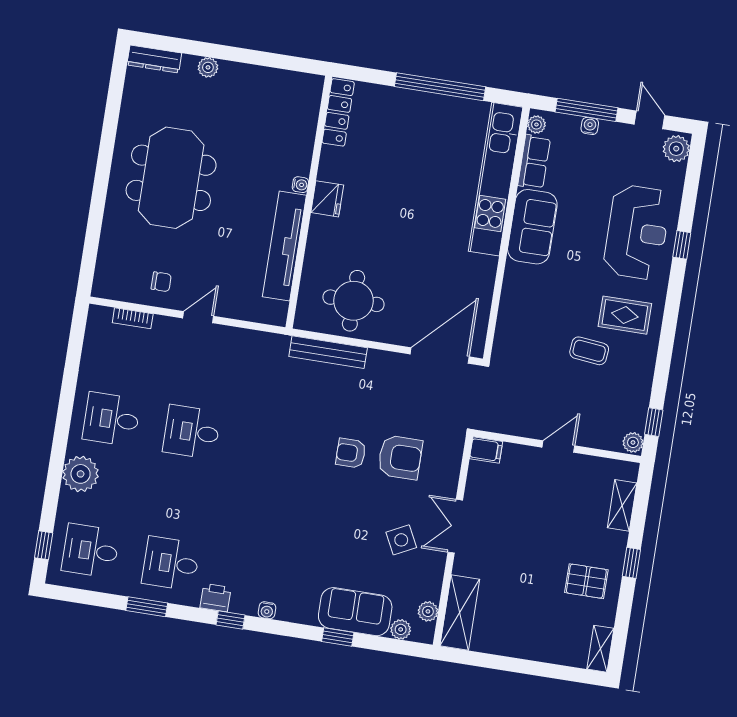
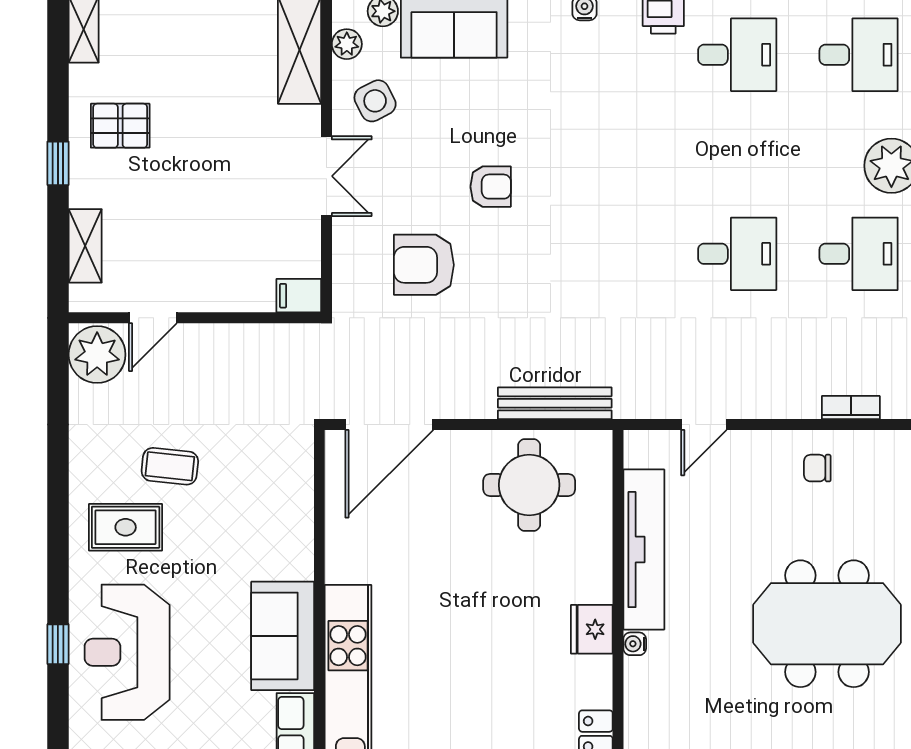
meeting table: (171, 178) -> (827, 624), turned 90
door: (198, 317) -> (704, 425), moved
window: (654, 422) -> (58, 376), removed
plant: (633, 442) -> (97, 355), width x1.88, depth x1.88
door: (558, 447) -> (153, 318), moved
armchair: (351, 453) -> (491, 187), moved
side table: (401, 540) -> (375, 101), moved

